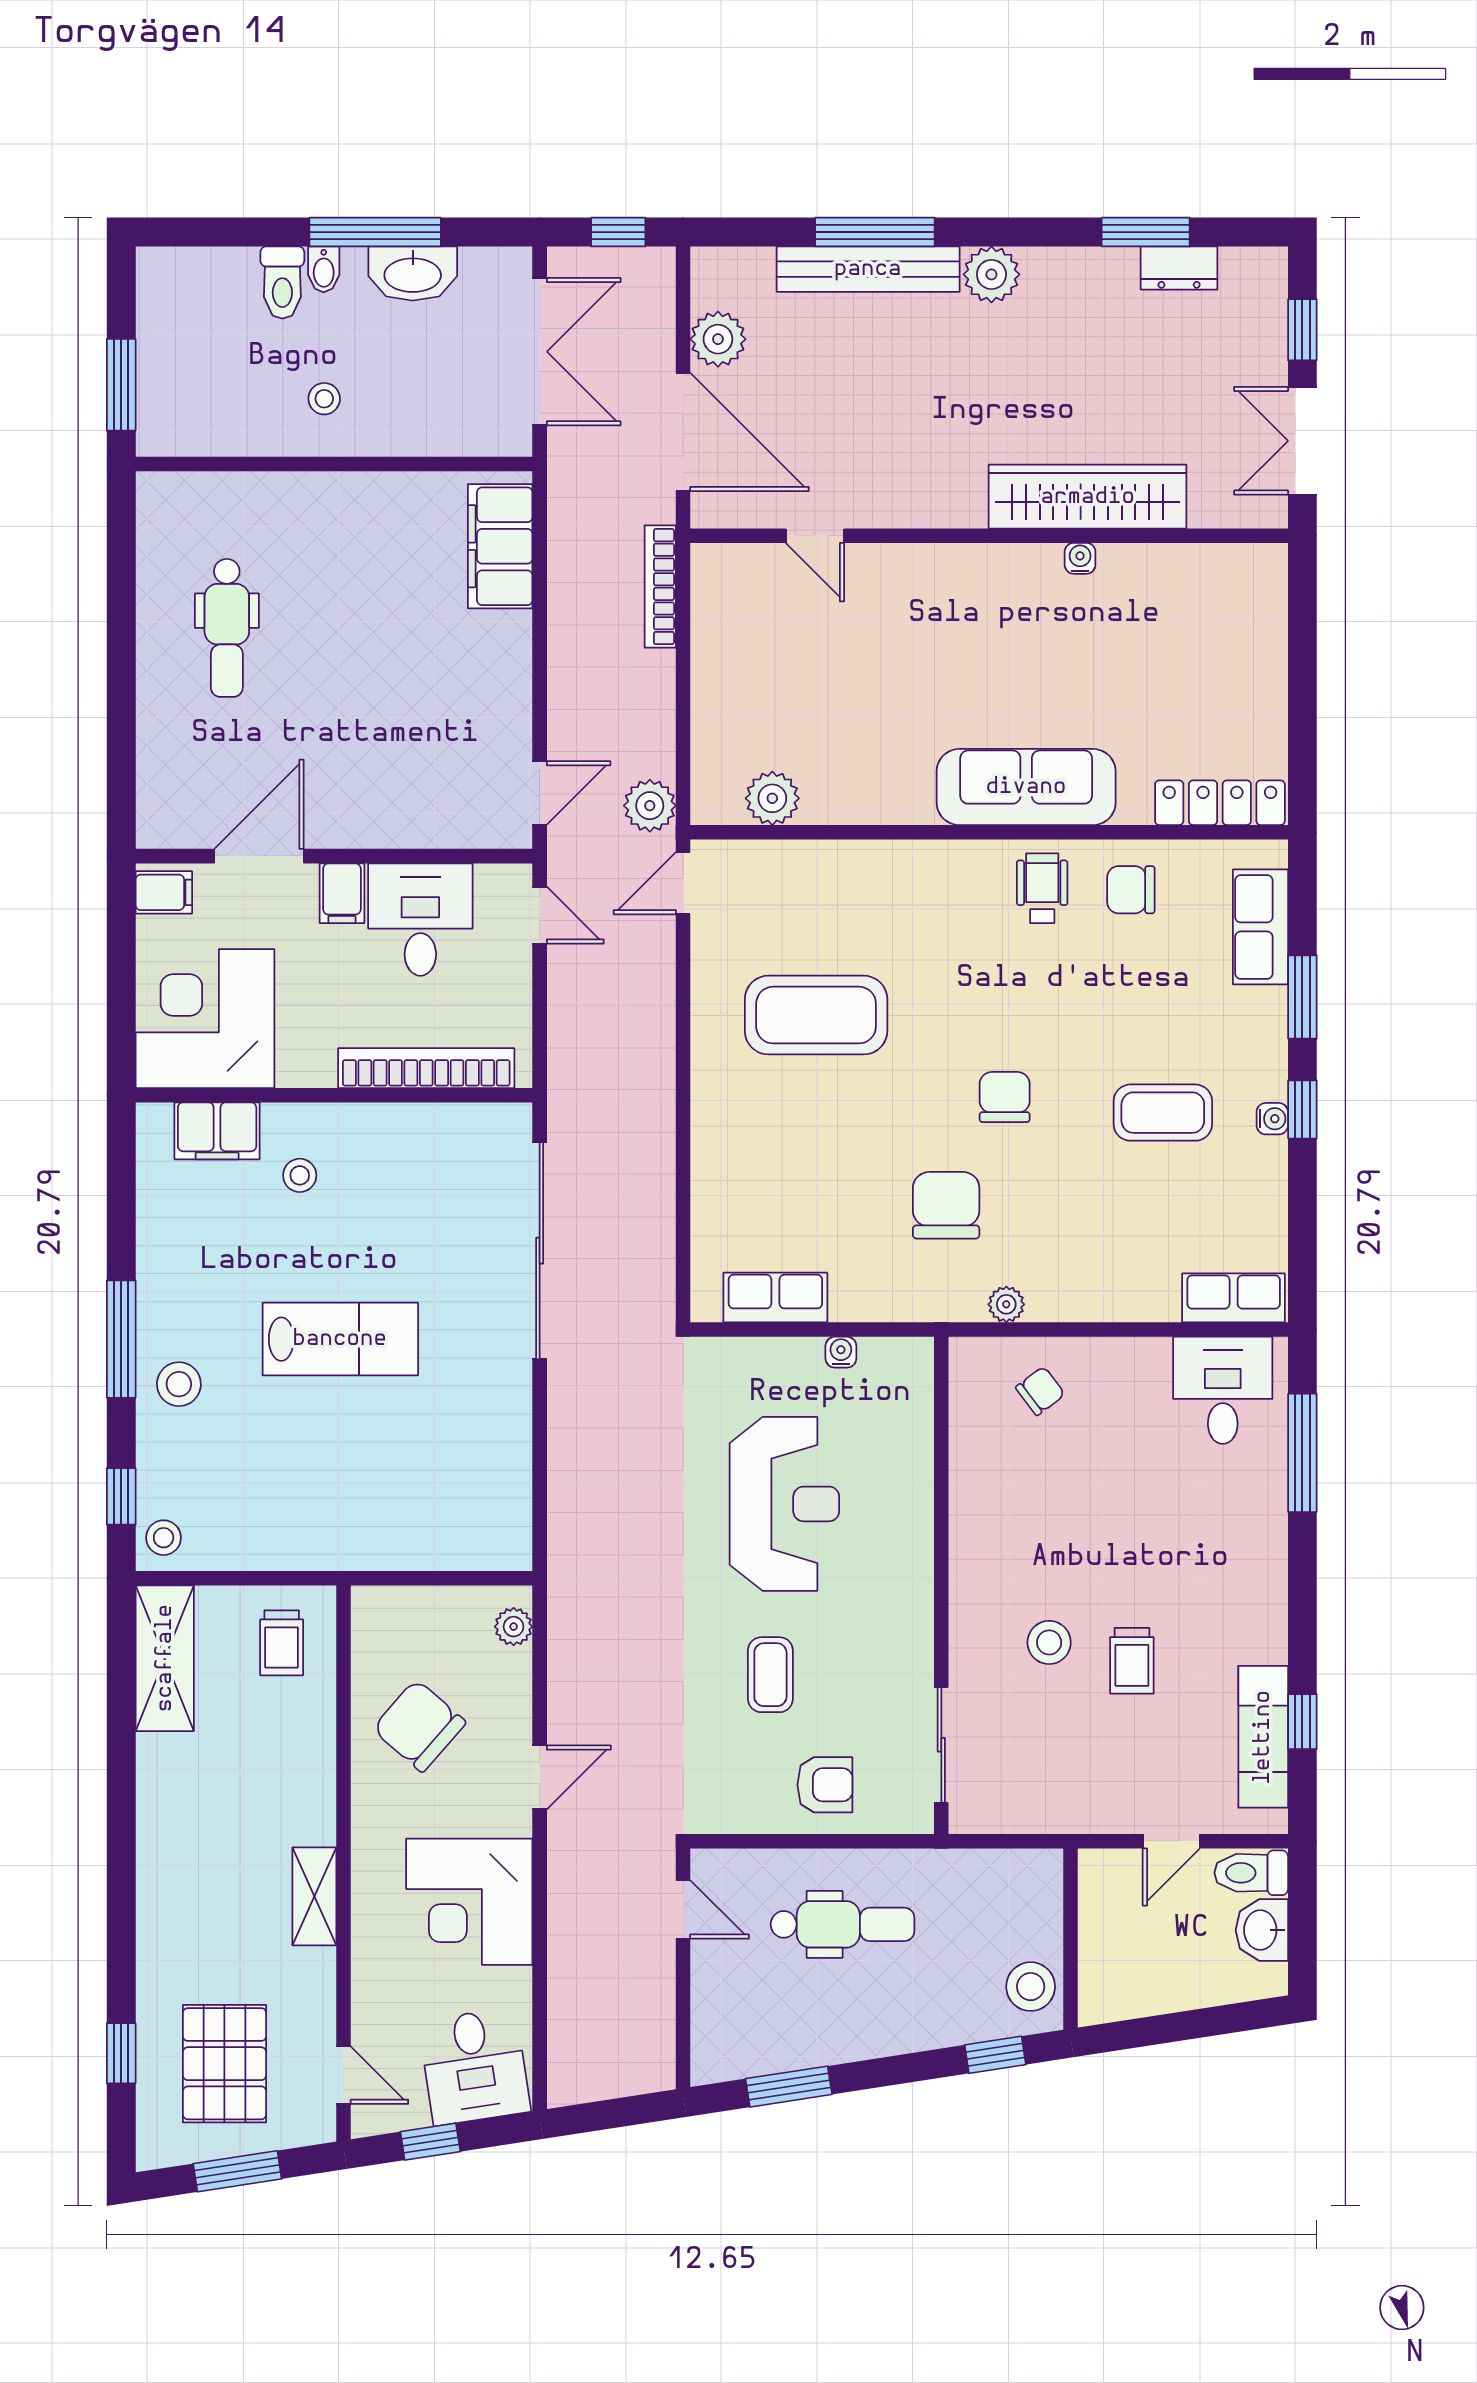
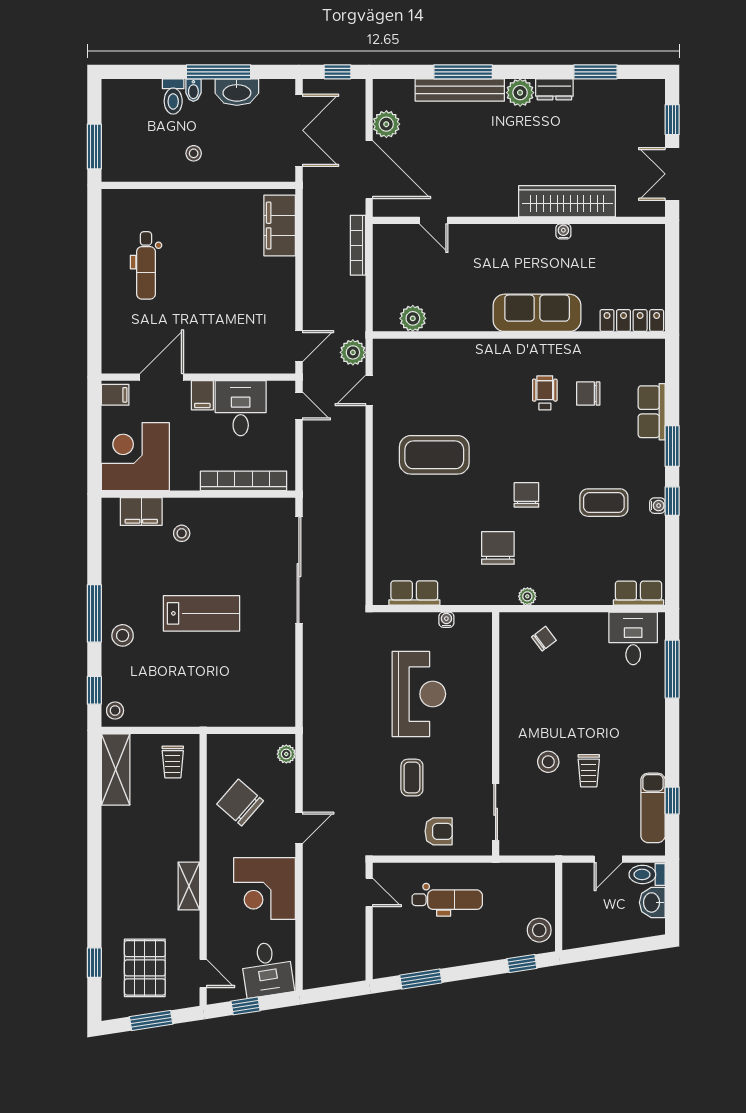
dresser: (1179, 268) -> (554, 89), moved
sofa: (1026, 787) -> (537, 313), moved
plant: (772, 798) -> (413, 318), moved
locker: (1220, 803) -> (632, 321), moved
wall: (989, 832) -> (519, 335), moved

